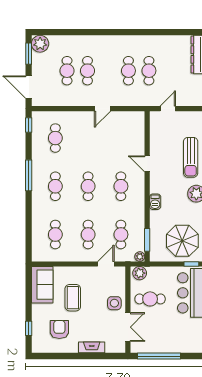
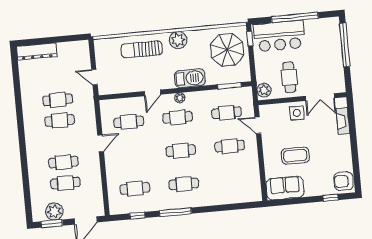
plant: (40, 44) -> (54, 212), moved
door: (103, 109) -> (101, 143), hinge flipped
window: (29, 125) -> (137, 216), moved
sun lounger: (191, 157) -> (142, 49), turned 180
barbecue: (155, 202) -> (190, 78), width x1.88, depth x1.53
cafe table: (55, 234) -> (129, 122), moved
plant: (140, 257) -> (180, 98), moved
double door: (128, 327) -> (320, 97), swing flipped
armchair: (59, 329) -> (344, 181), moved
fireplace: (92, 347) -> (343, 121), moved
window: (159, 356) -> (345, 45), moved

